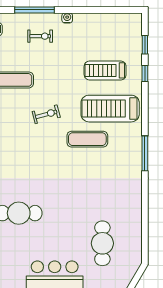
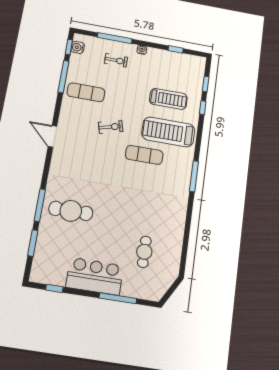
window: (105, 10) -> (176, 49), added
treadmill: (105, 70) -> (168, 99), turned 180
cafe table: (102, 243) -> (144, 252), width x0.73, depth x0.74

